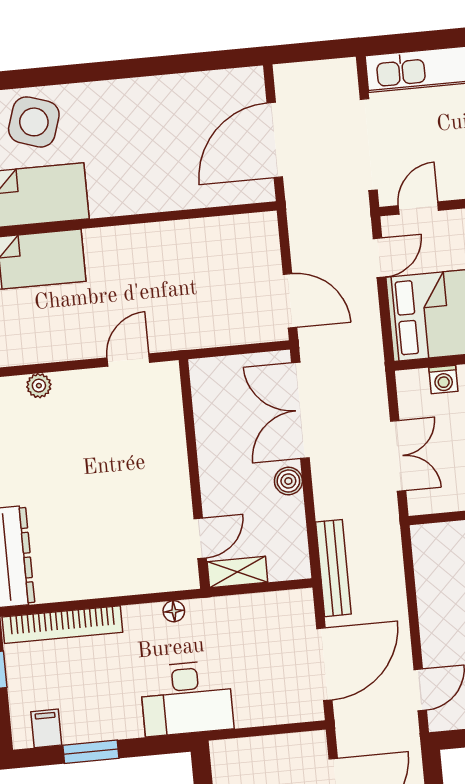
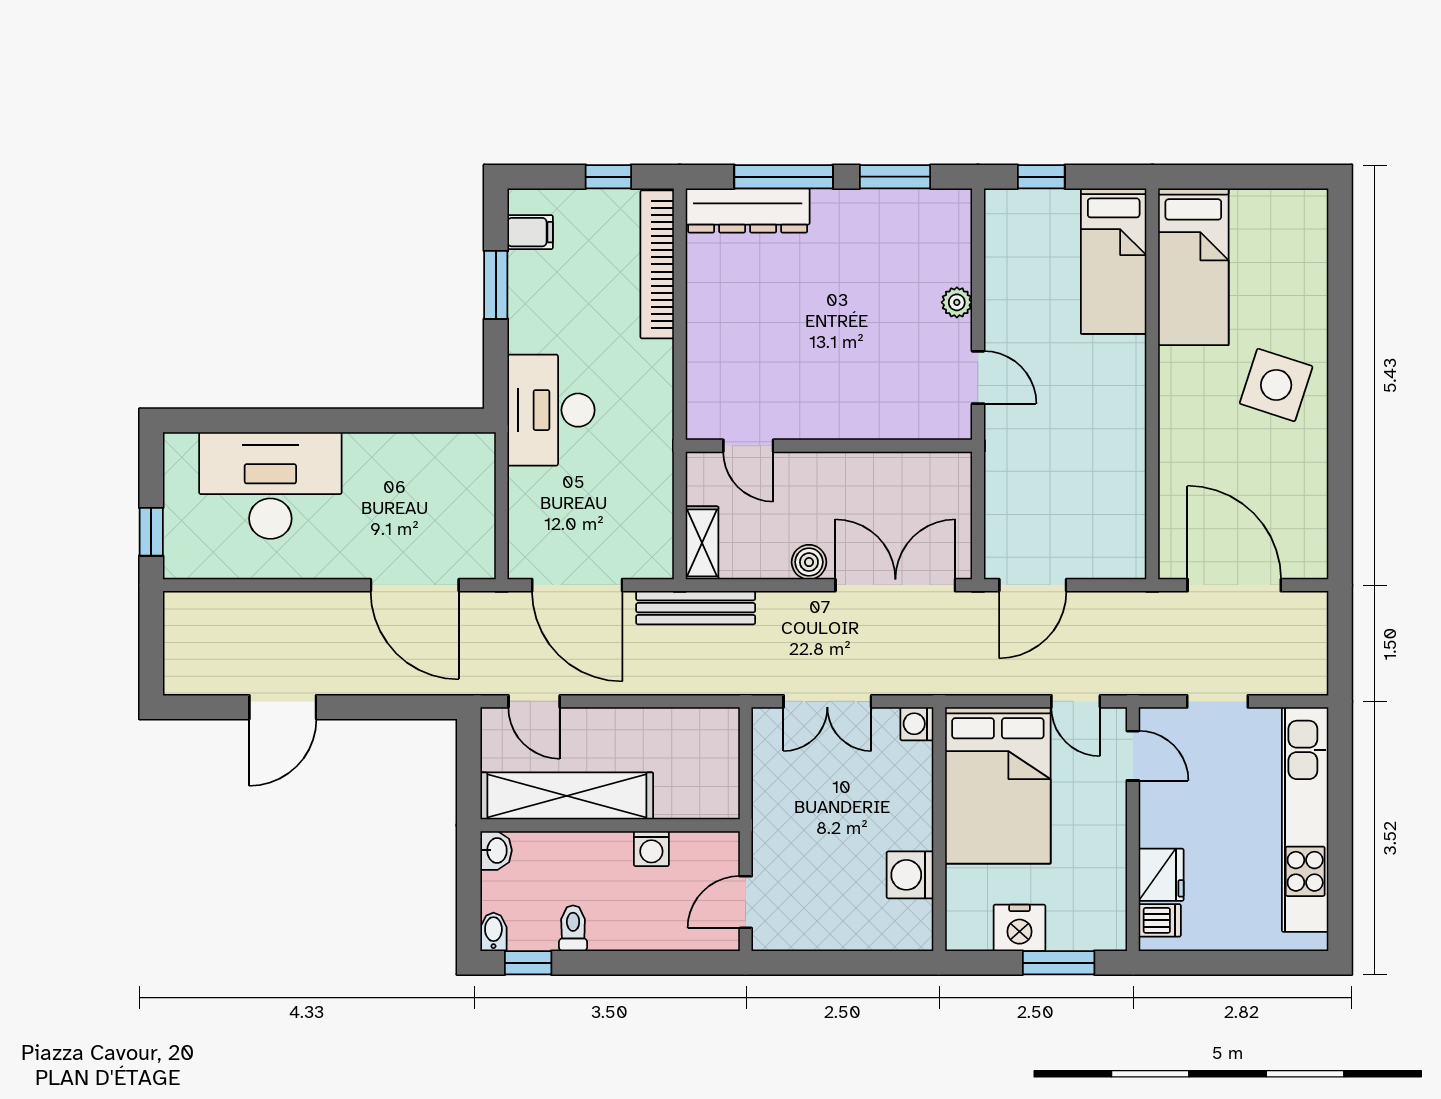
side table: (34, 122) -> (1276, 385), moved
doorway: (369, 145) -> (1218, 701), width x0.53
washing machine: (443, 380) -> (917, 724), moved
plant: (39, 386) -> (957, 302), moved
shelving: (237, 572) -> (702, 543), moved
floor lamp: (174, 611) -> (661, 404), removed

